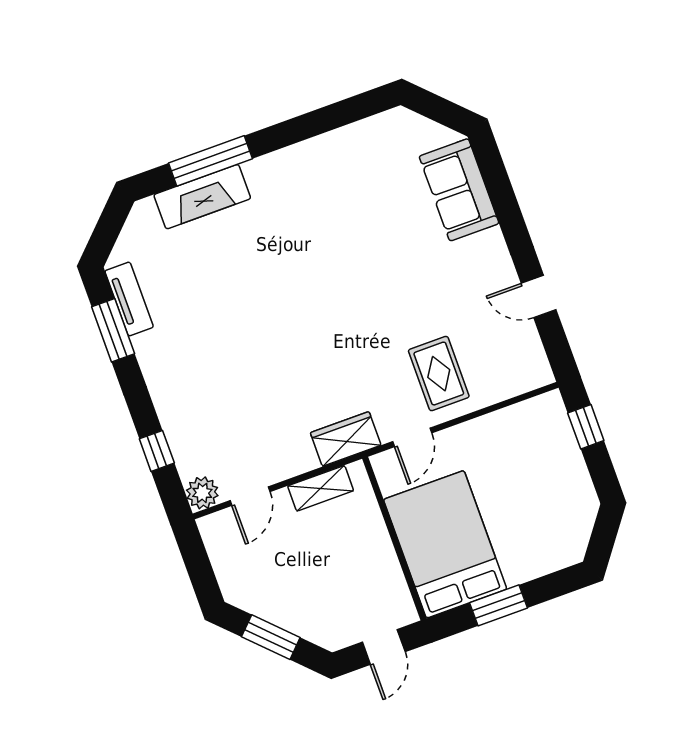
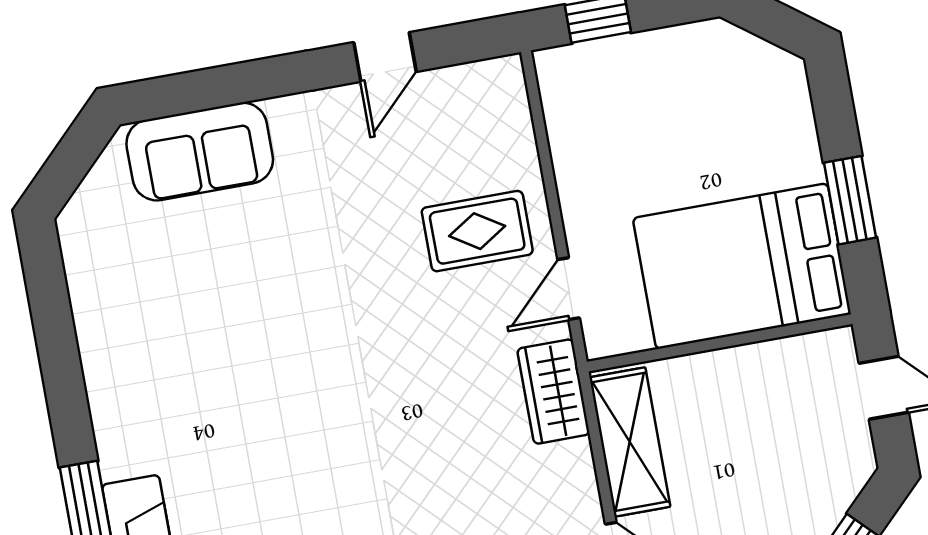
door: (412, 437) -> (569, 289), swing flipped
shelving: (321, 488) -> (630, 442), width x1.50, depth x1.33

